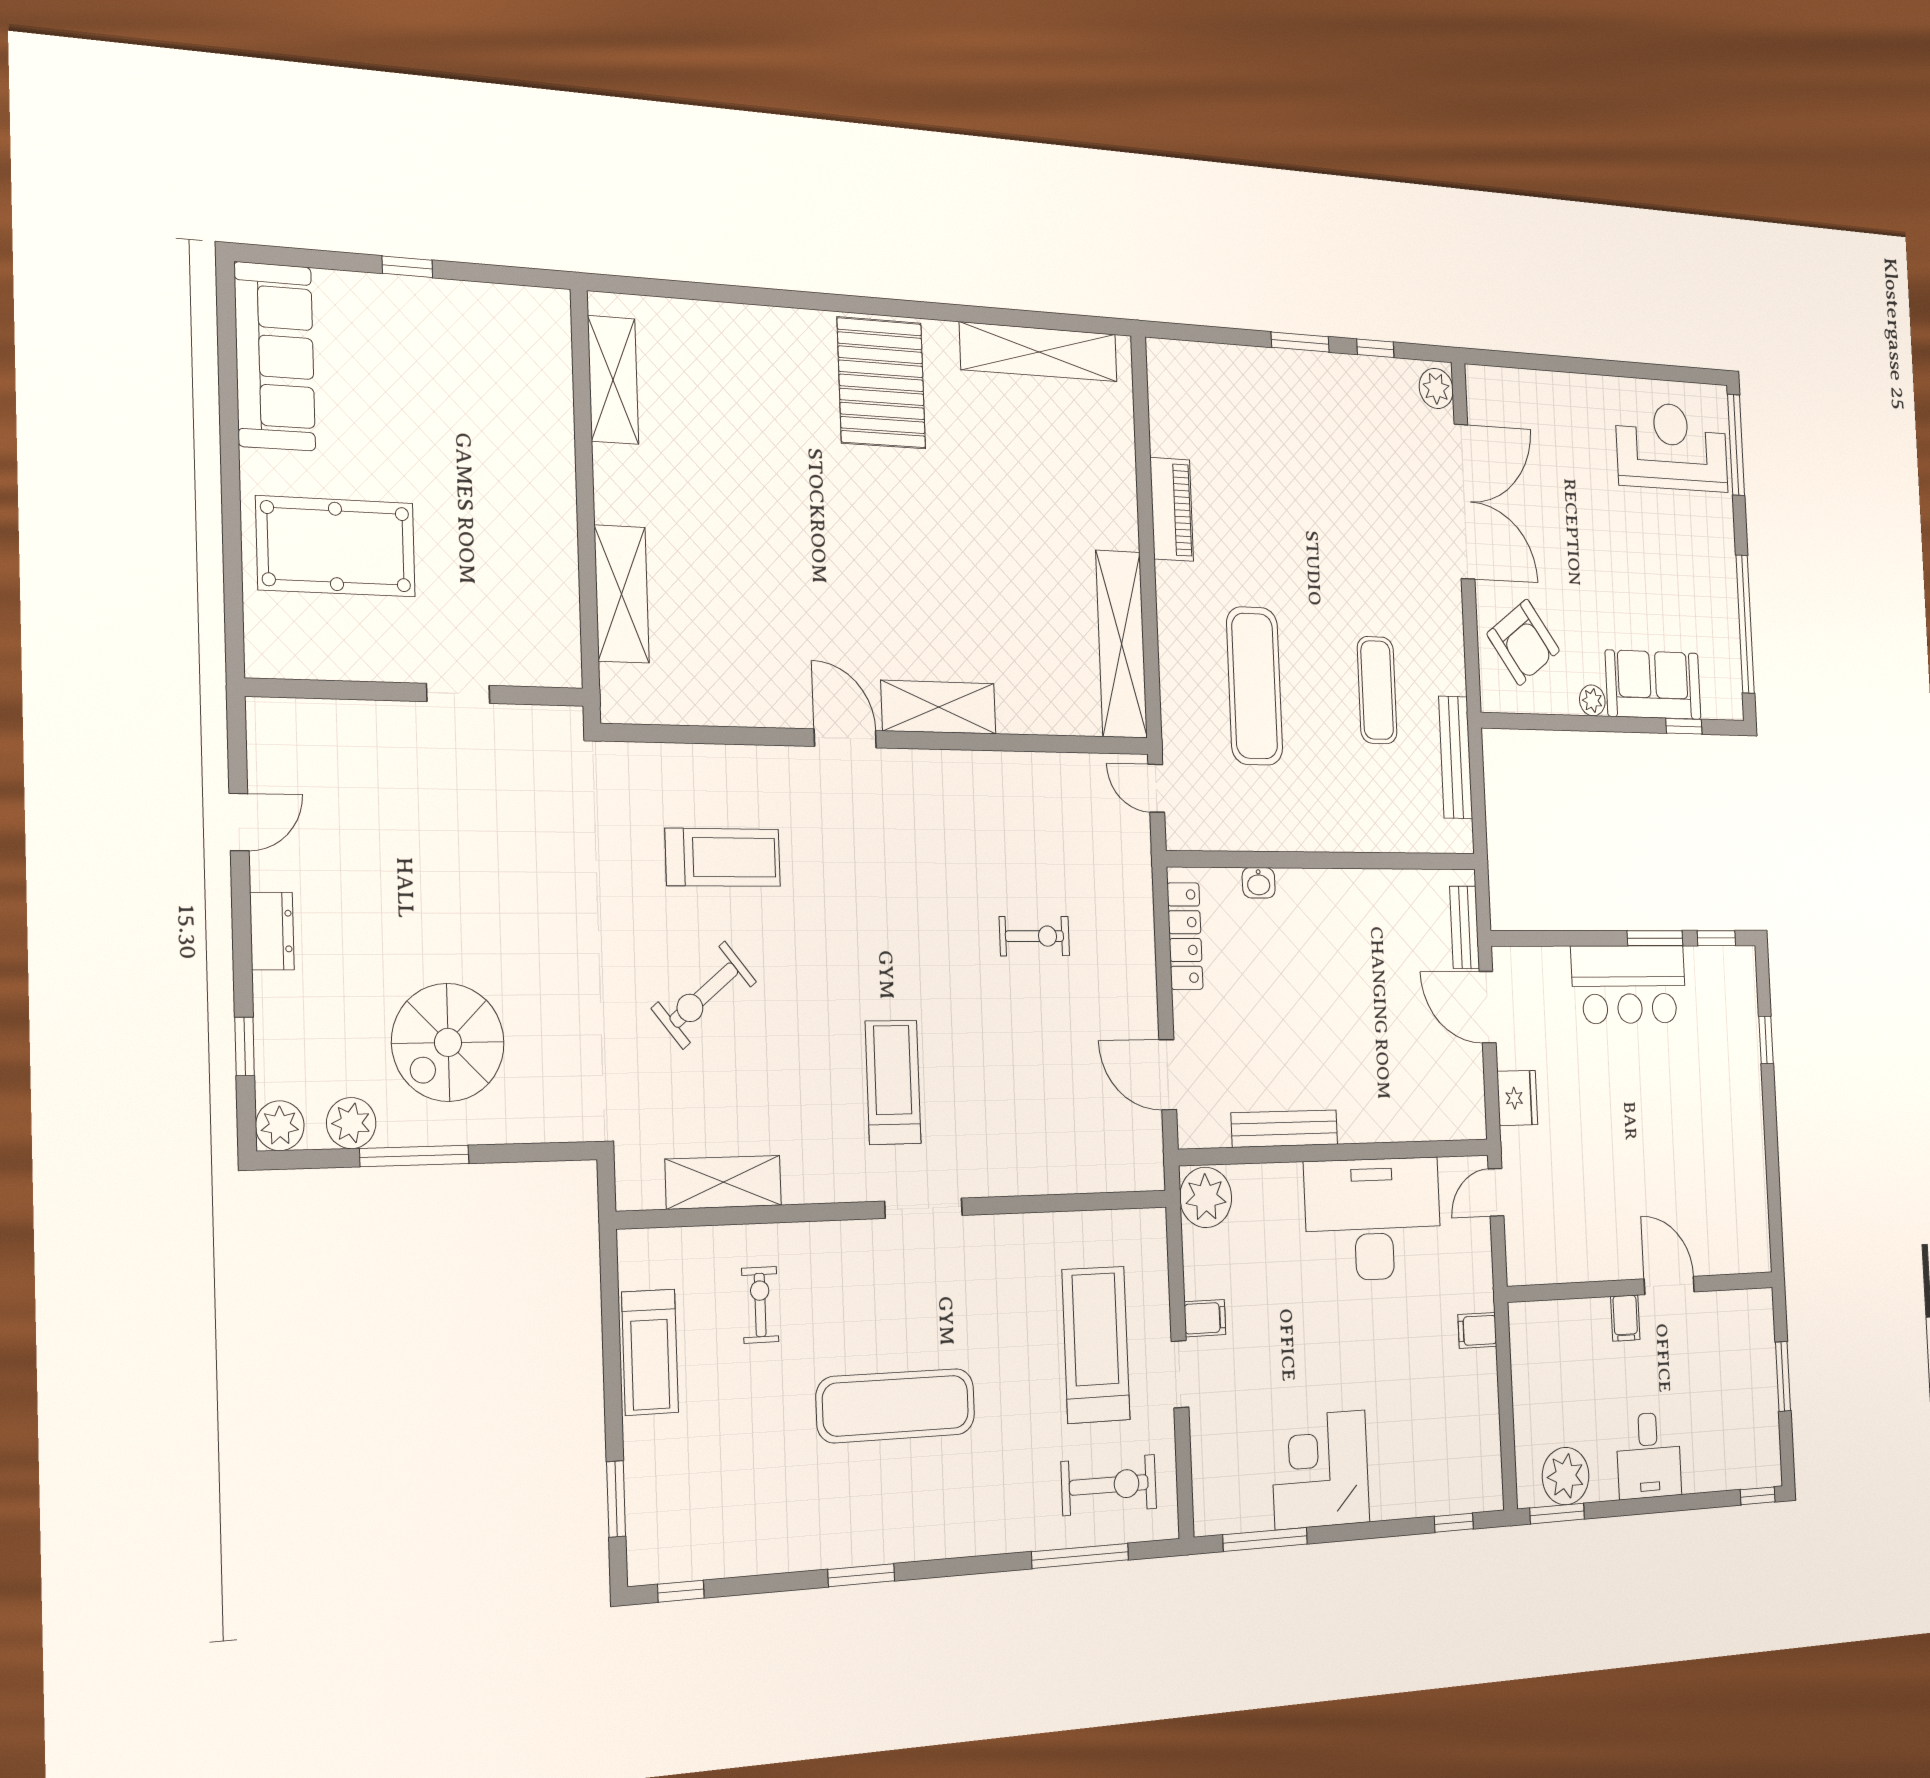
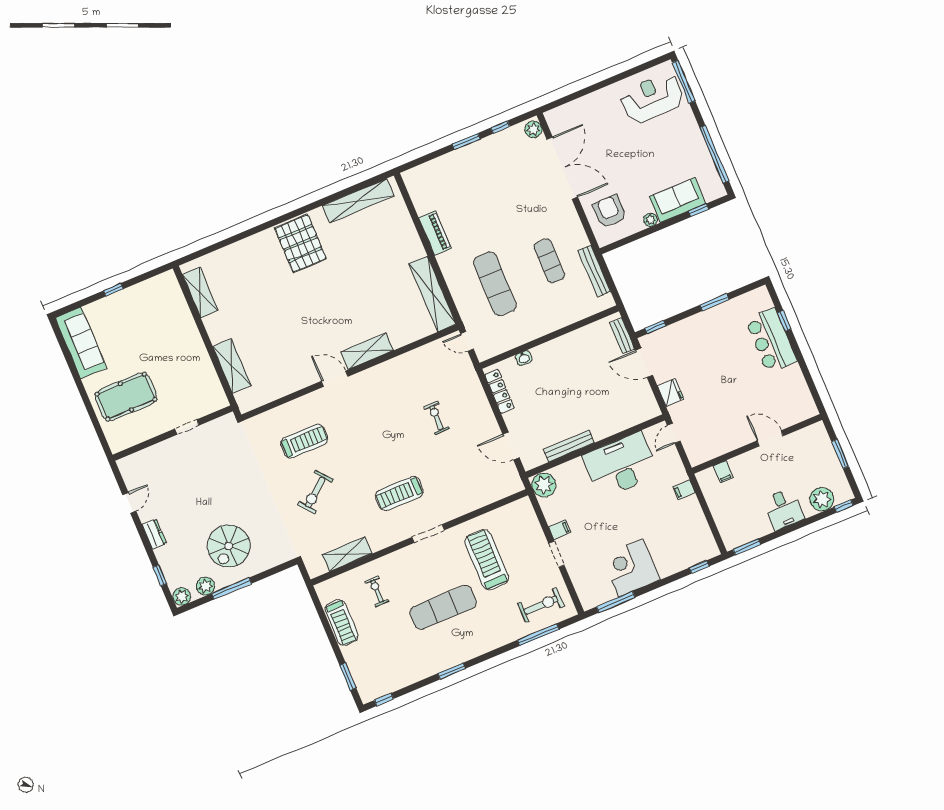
armchair: (1523, 642) -> (609, 211), turned -144
exercise bike: (1034, 936) -> (437, 418), turned -90
window: (1716, 938) -> (656, 327), moved
bar counter: (1629, 984) -> (771, 340), moved, turned 90
treadmill: (893, 1082) -> (399, 494), turned -90
filing cabinet: (1625, 1318) -> (723, 472), moved
treadmill: (1096, 1345) -> (487, 560), moved
plant: (1566, 1476) -> (822, 499), moved

